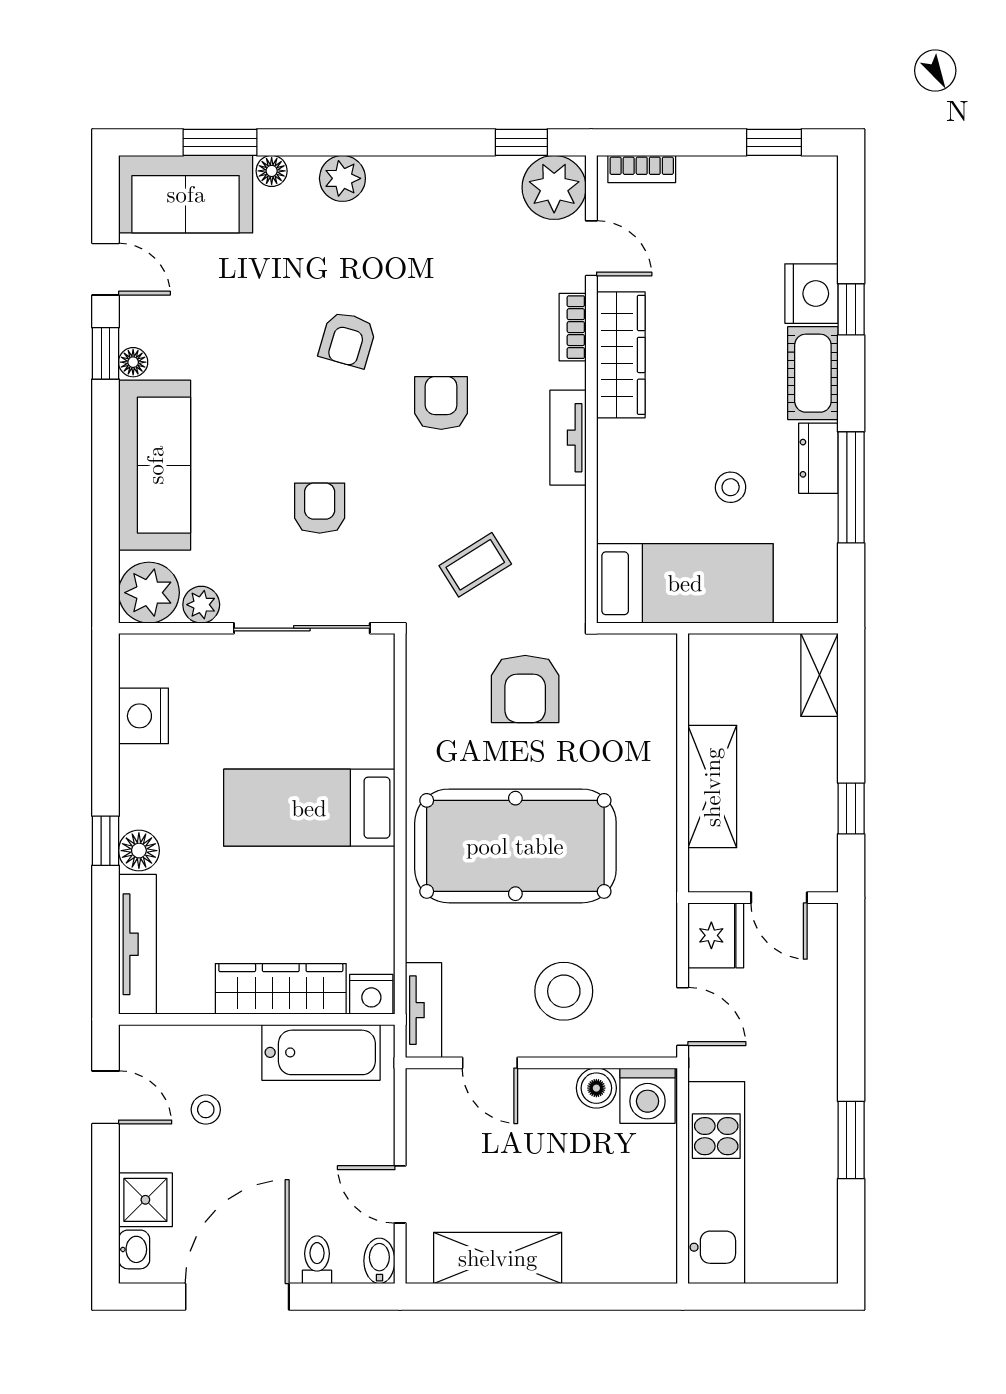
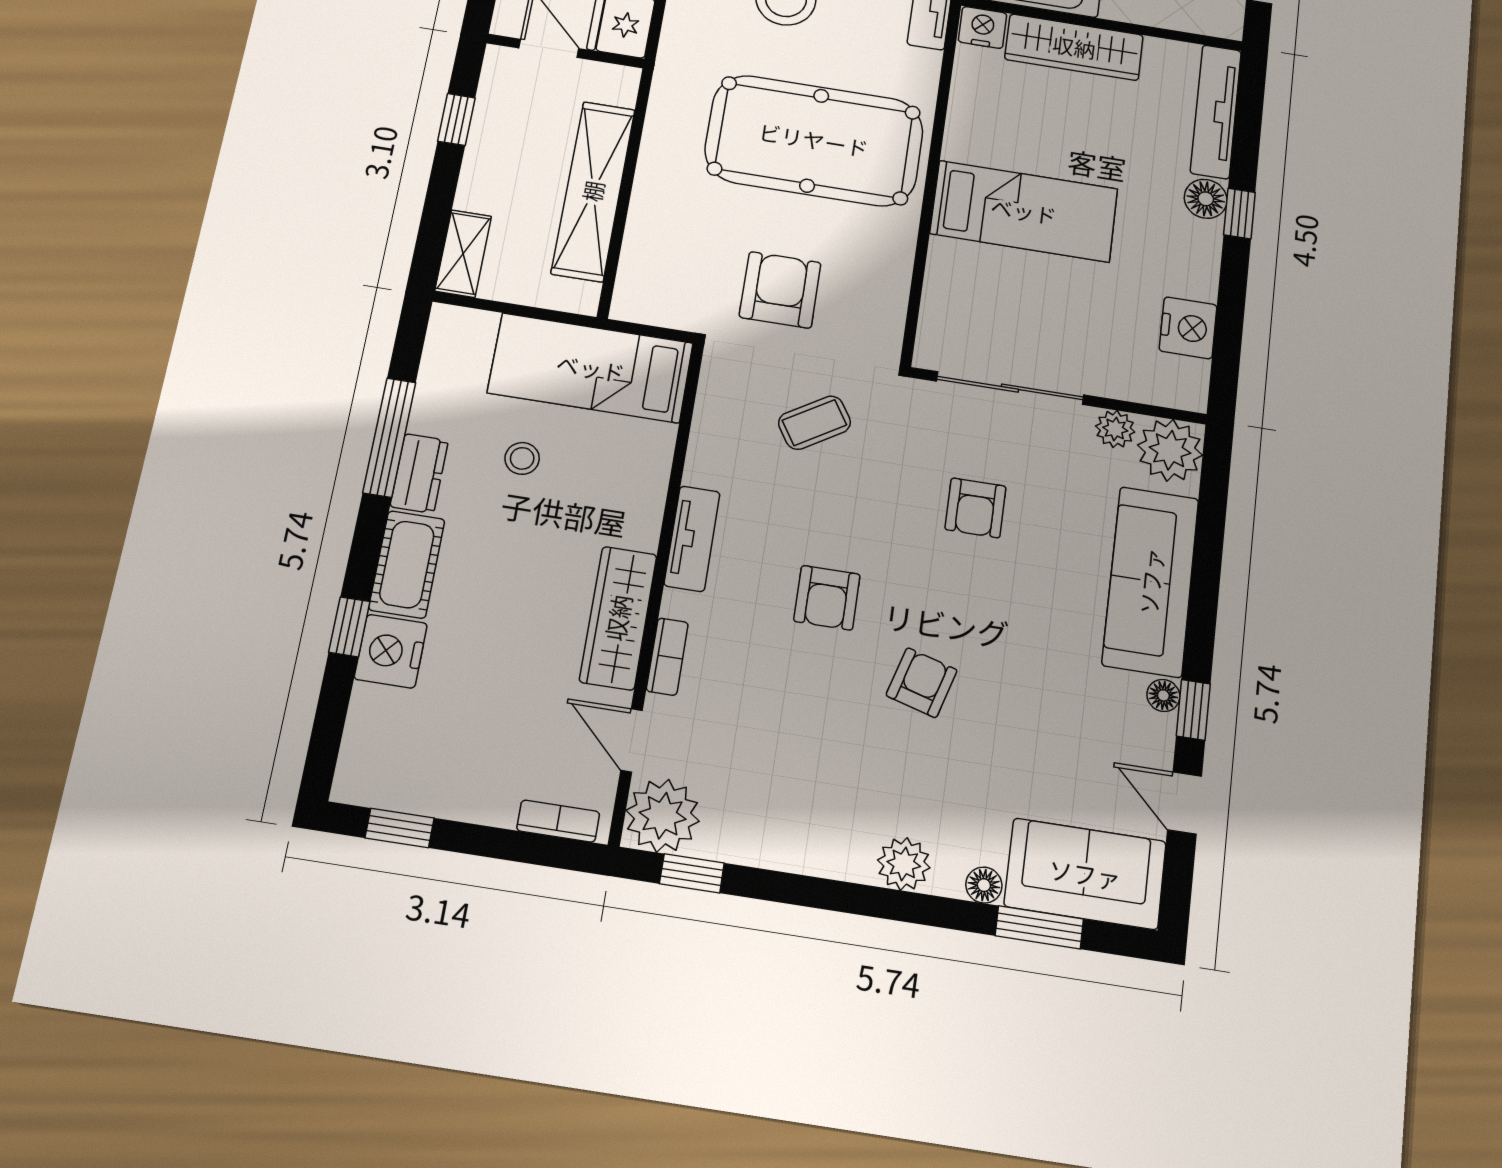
shelving: (712, 787) -> (593, 191), width x1.47

